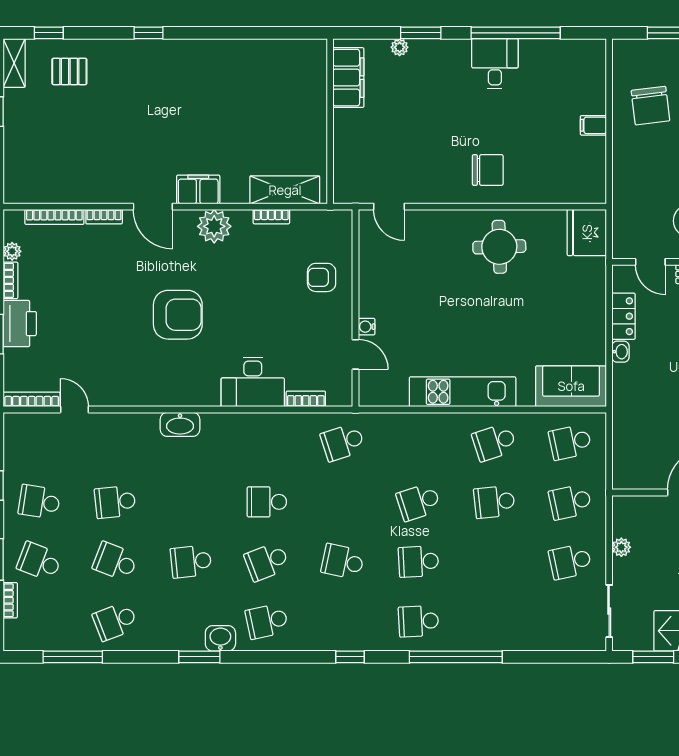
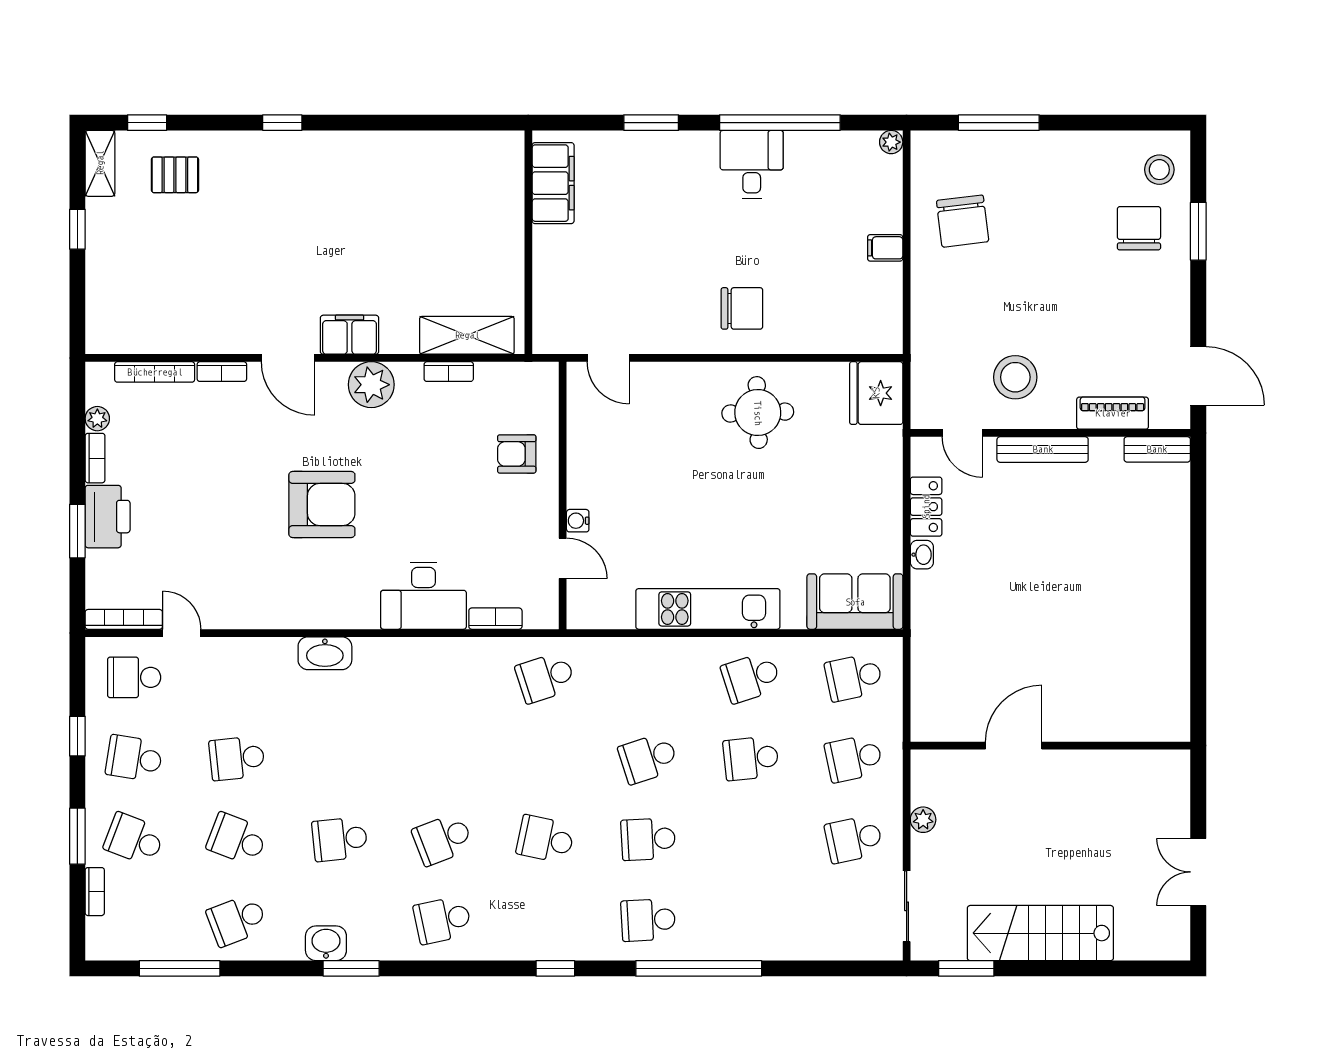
plant: (400, 47) -> (891, 142), moved
school desk: (267, 502) -> (134, 677), moved
washbasin: (220, 638) -> (326, 943), moved

